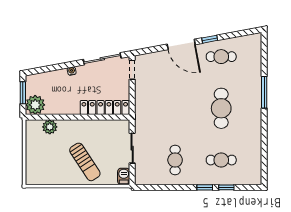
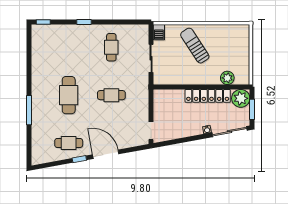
sliding door: (102, 59) -> (229, 132), moved
locker: (105, 108) -> (208, 96), moved
cafe table: (221, 160) -> (111, 95), moved
window: (226, 187) -> (43, 22), moved

